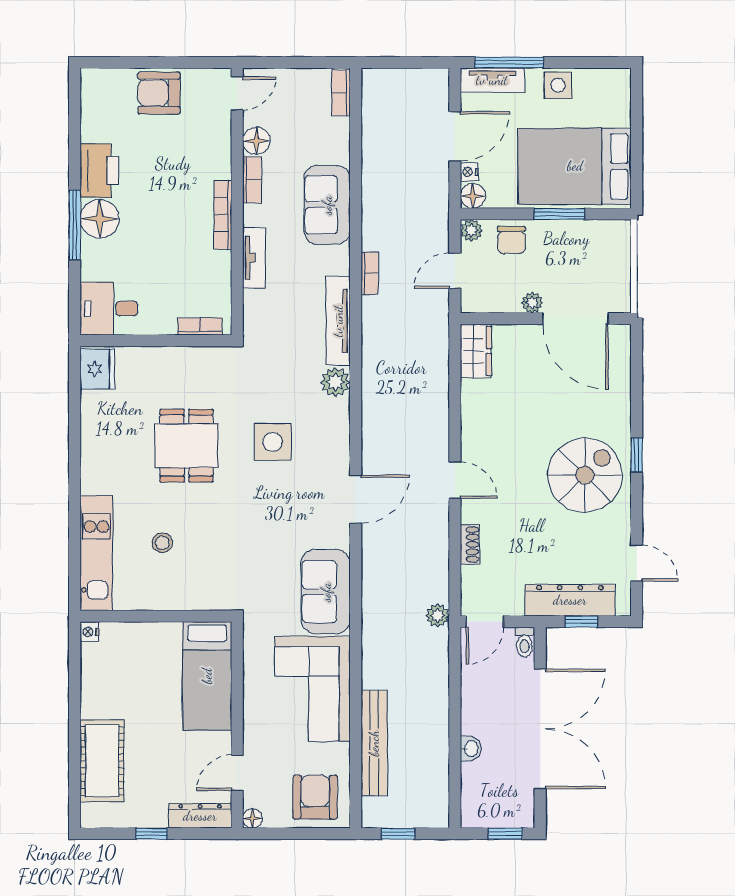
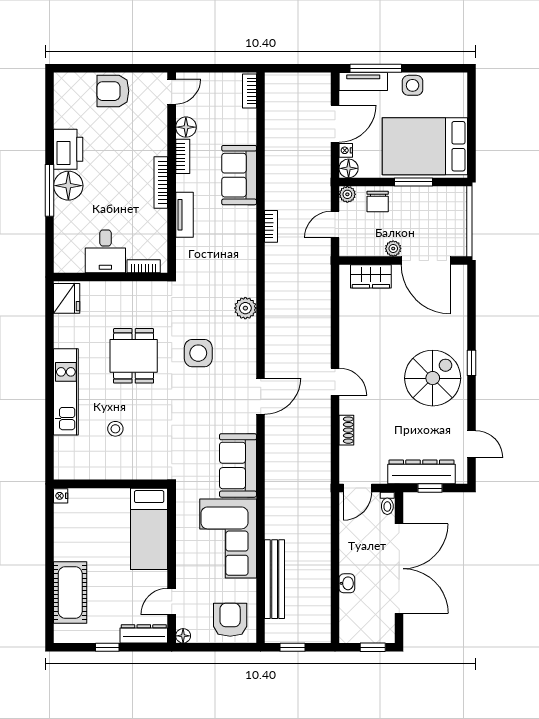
desk: (109, 309) -> (105, 251), moved, turned -90
tv unit: (338, 321) -> (247, 262), removed
wardrobe: (476, 351) -> (371, 276), moved, turned 90
kitchen unit: (96, 553) -> (66, 392), moved
plant: (438, 615) -> (322, 483), removed

